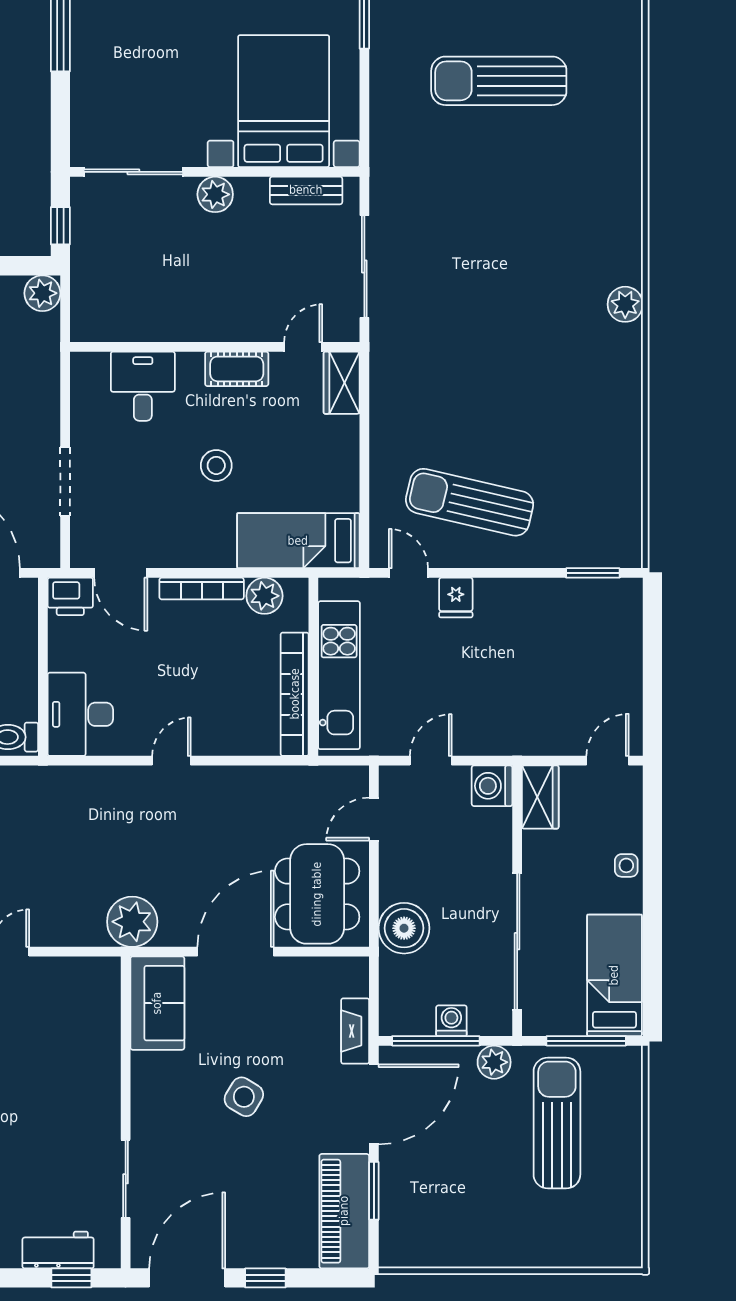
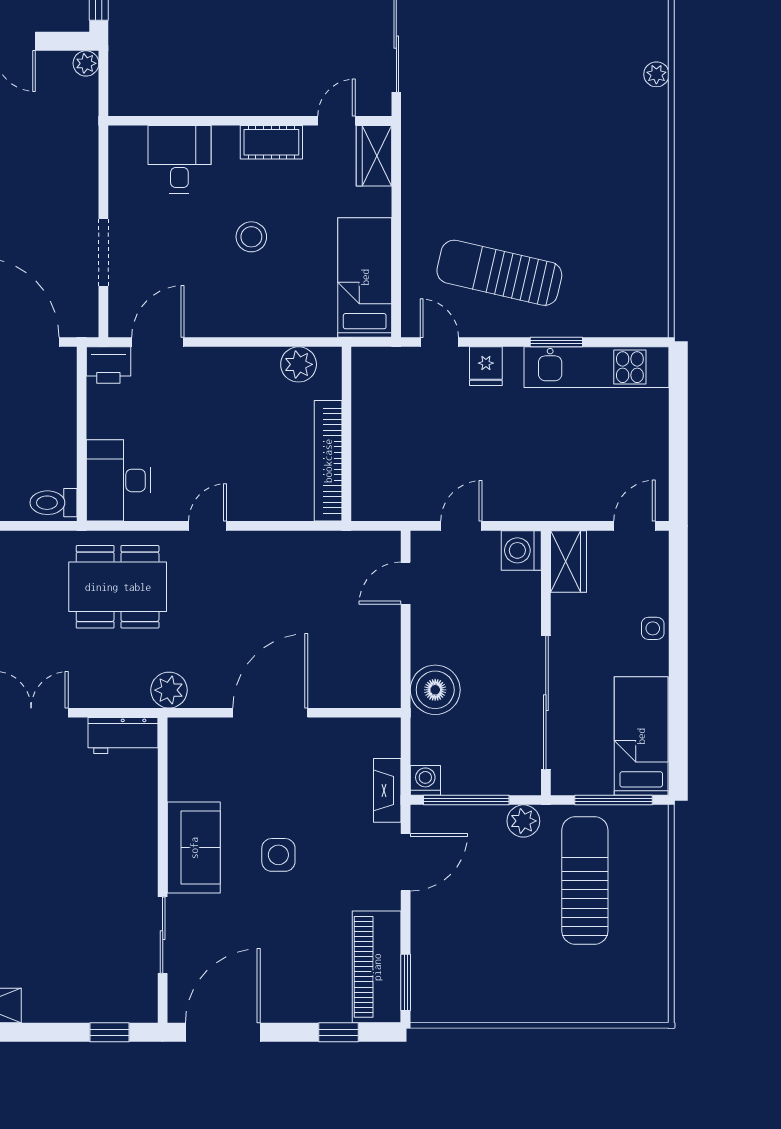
plant: (42, 293) -> (86, 63), width x0.73, depth x0.73
plant: (625, 304) -> (656, 74), width x0.73, depth x0.73
bed: (298, 541) -> (365, 277), moved, turned 90
door: (121, 573) -> (158, 342), swing flipped
window: (593, 573) -> (556, 342), moved
bookcase: (202, 588) -> (237, 357), removed
kitchen unit: (339, 675) -> (597, 367), moved, turned 90
dining table: (317, 894) -> (118, 587), moved, turned 90
plant: (132, 922) -> (169, 690), width x0.73, depth x0.73
sofa: (157, 1003) -> (194, 848), moved
washing machine: (451, 1021) -> (425, 780), moved
side table: (244, 1097) -> (278, 855), turned -31
door: (374, 1104) -> (406, 862), width x0.73
window: (374, 1191) -> (406, 982), moved
workbench: (58, 1250) -> (123, 736), moved, turned 180
window: (265, 1278) -> (338, 1032), moved

